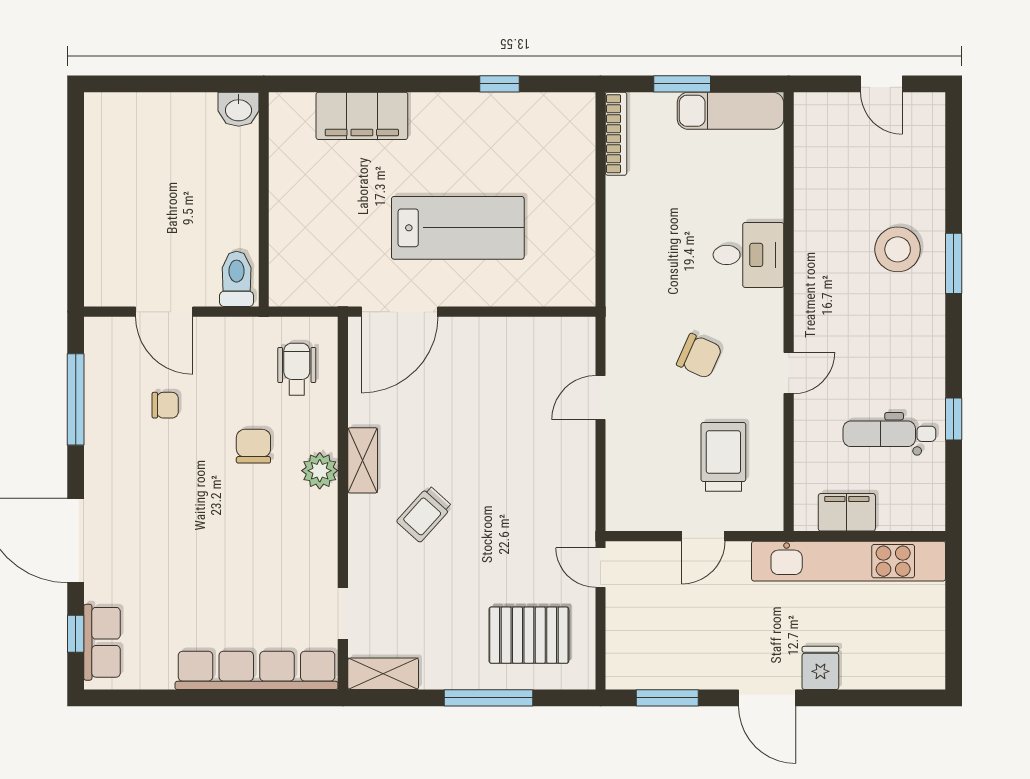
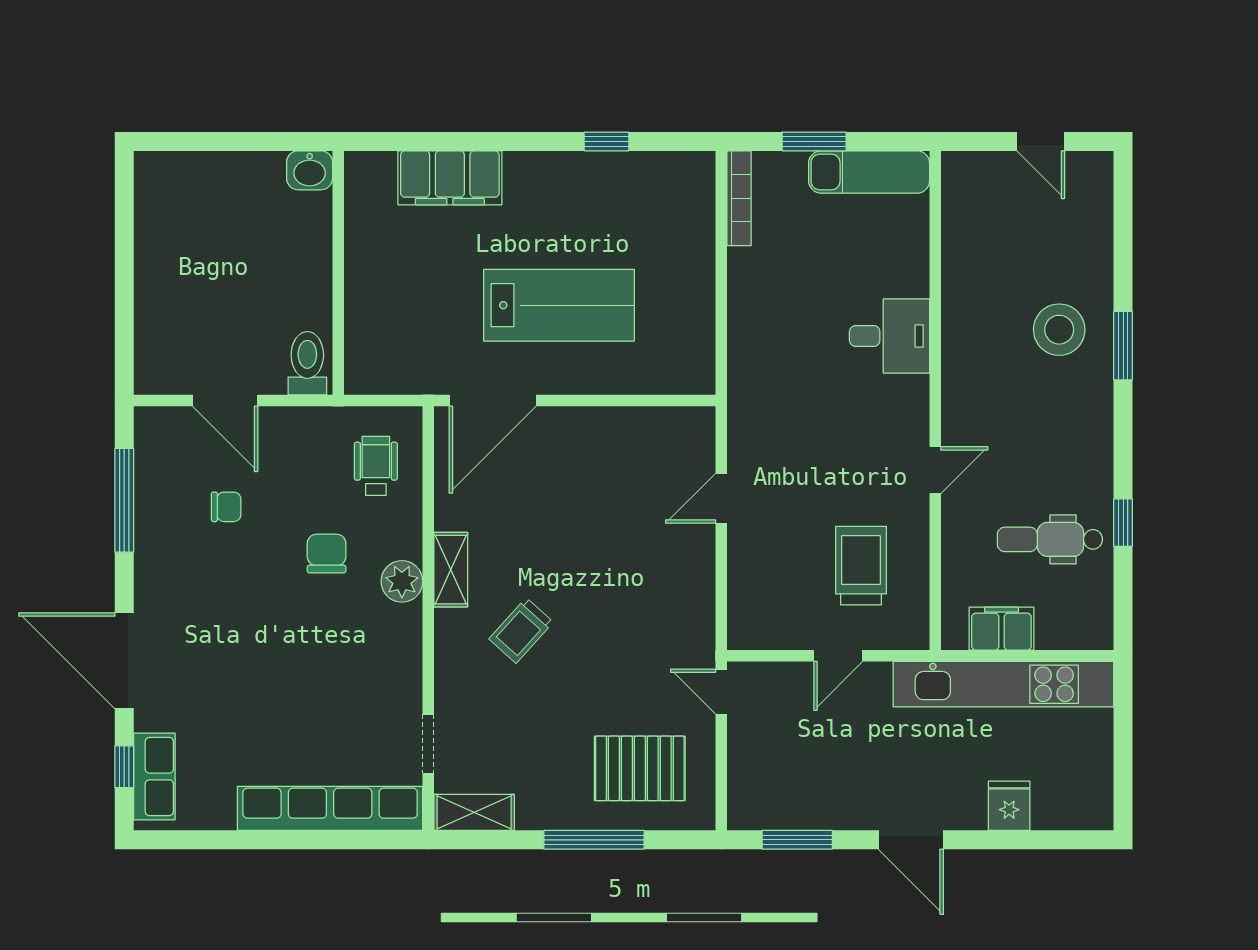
chair: (699, 356) -> (834, 451), removed
fridge: (820, 668) -> (1009, 806), moved

